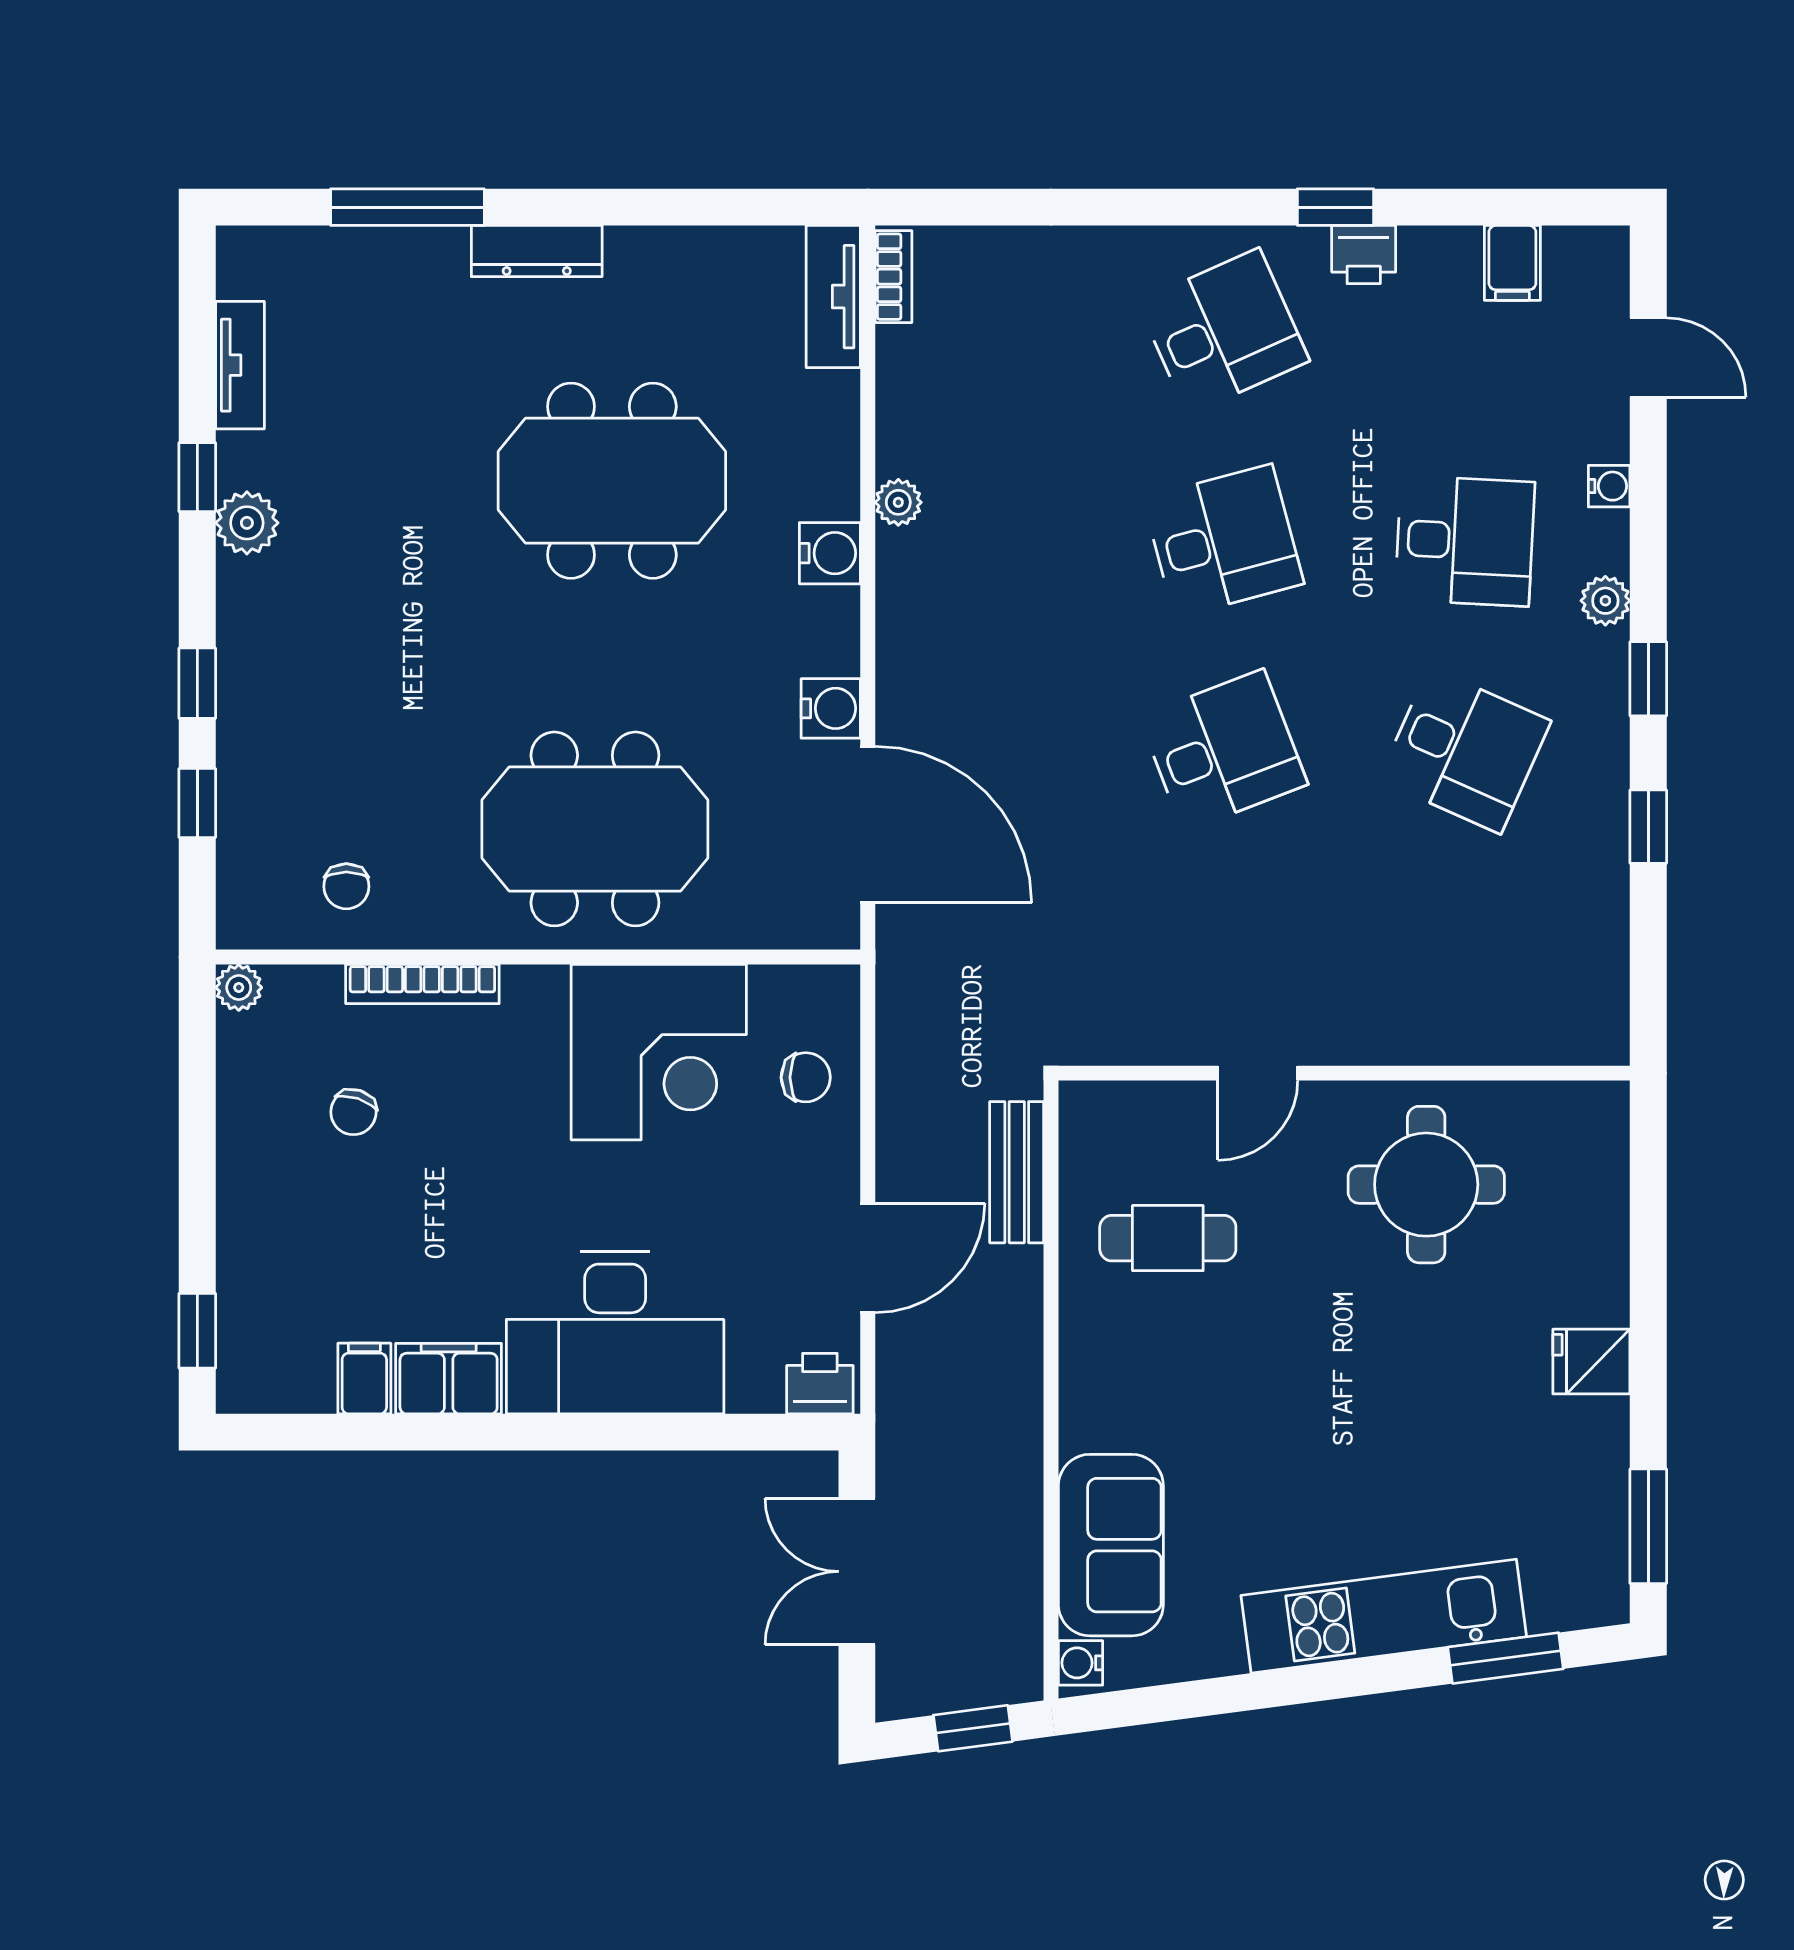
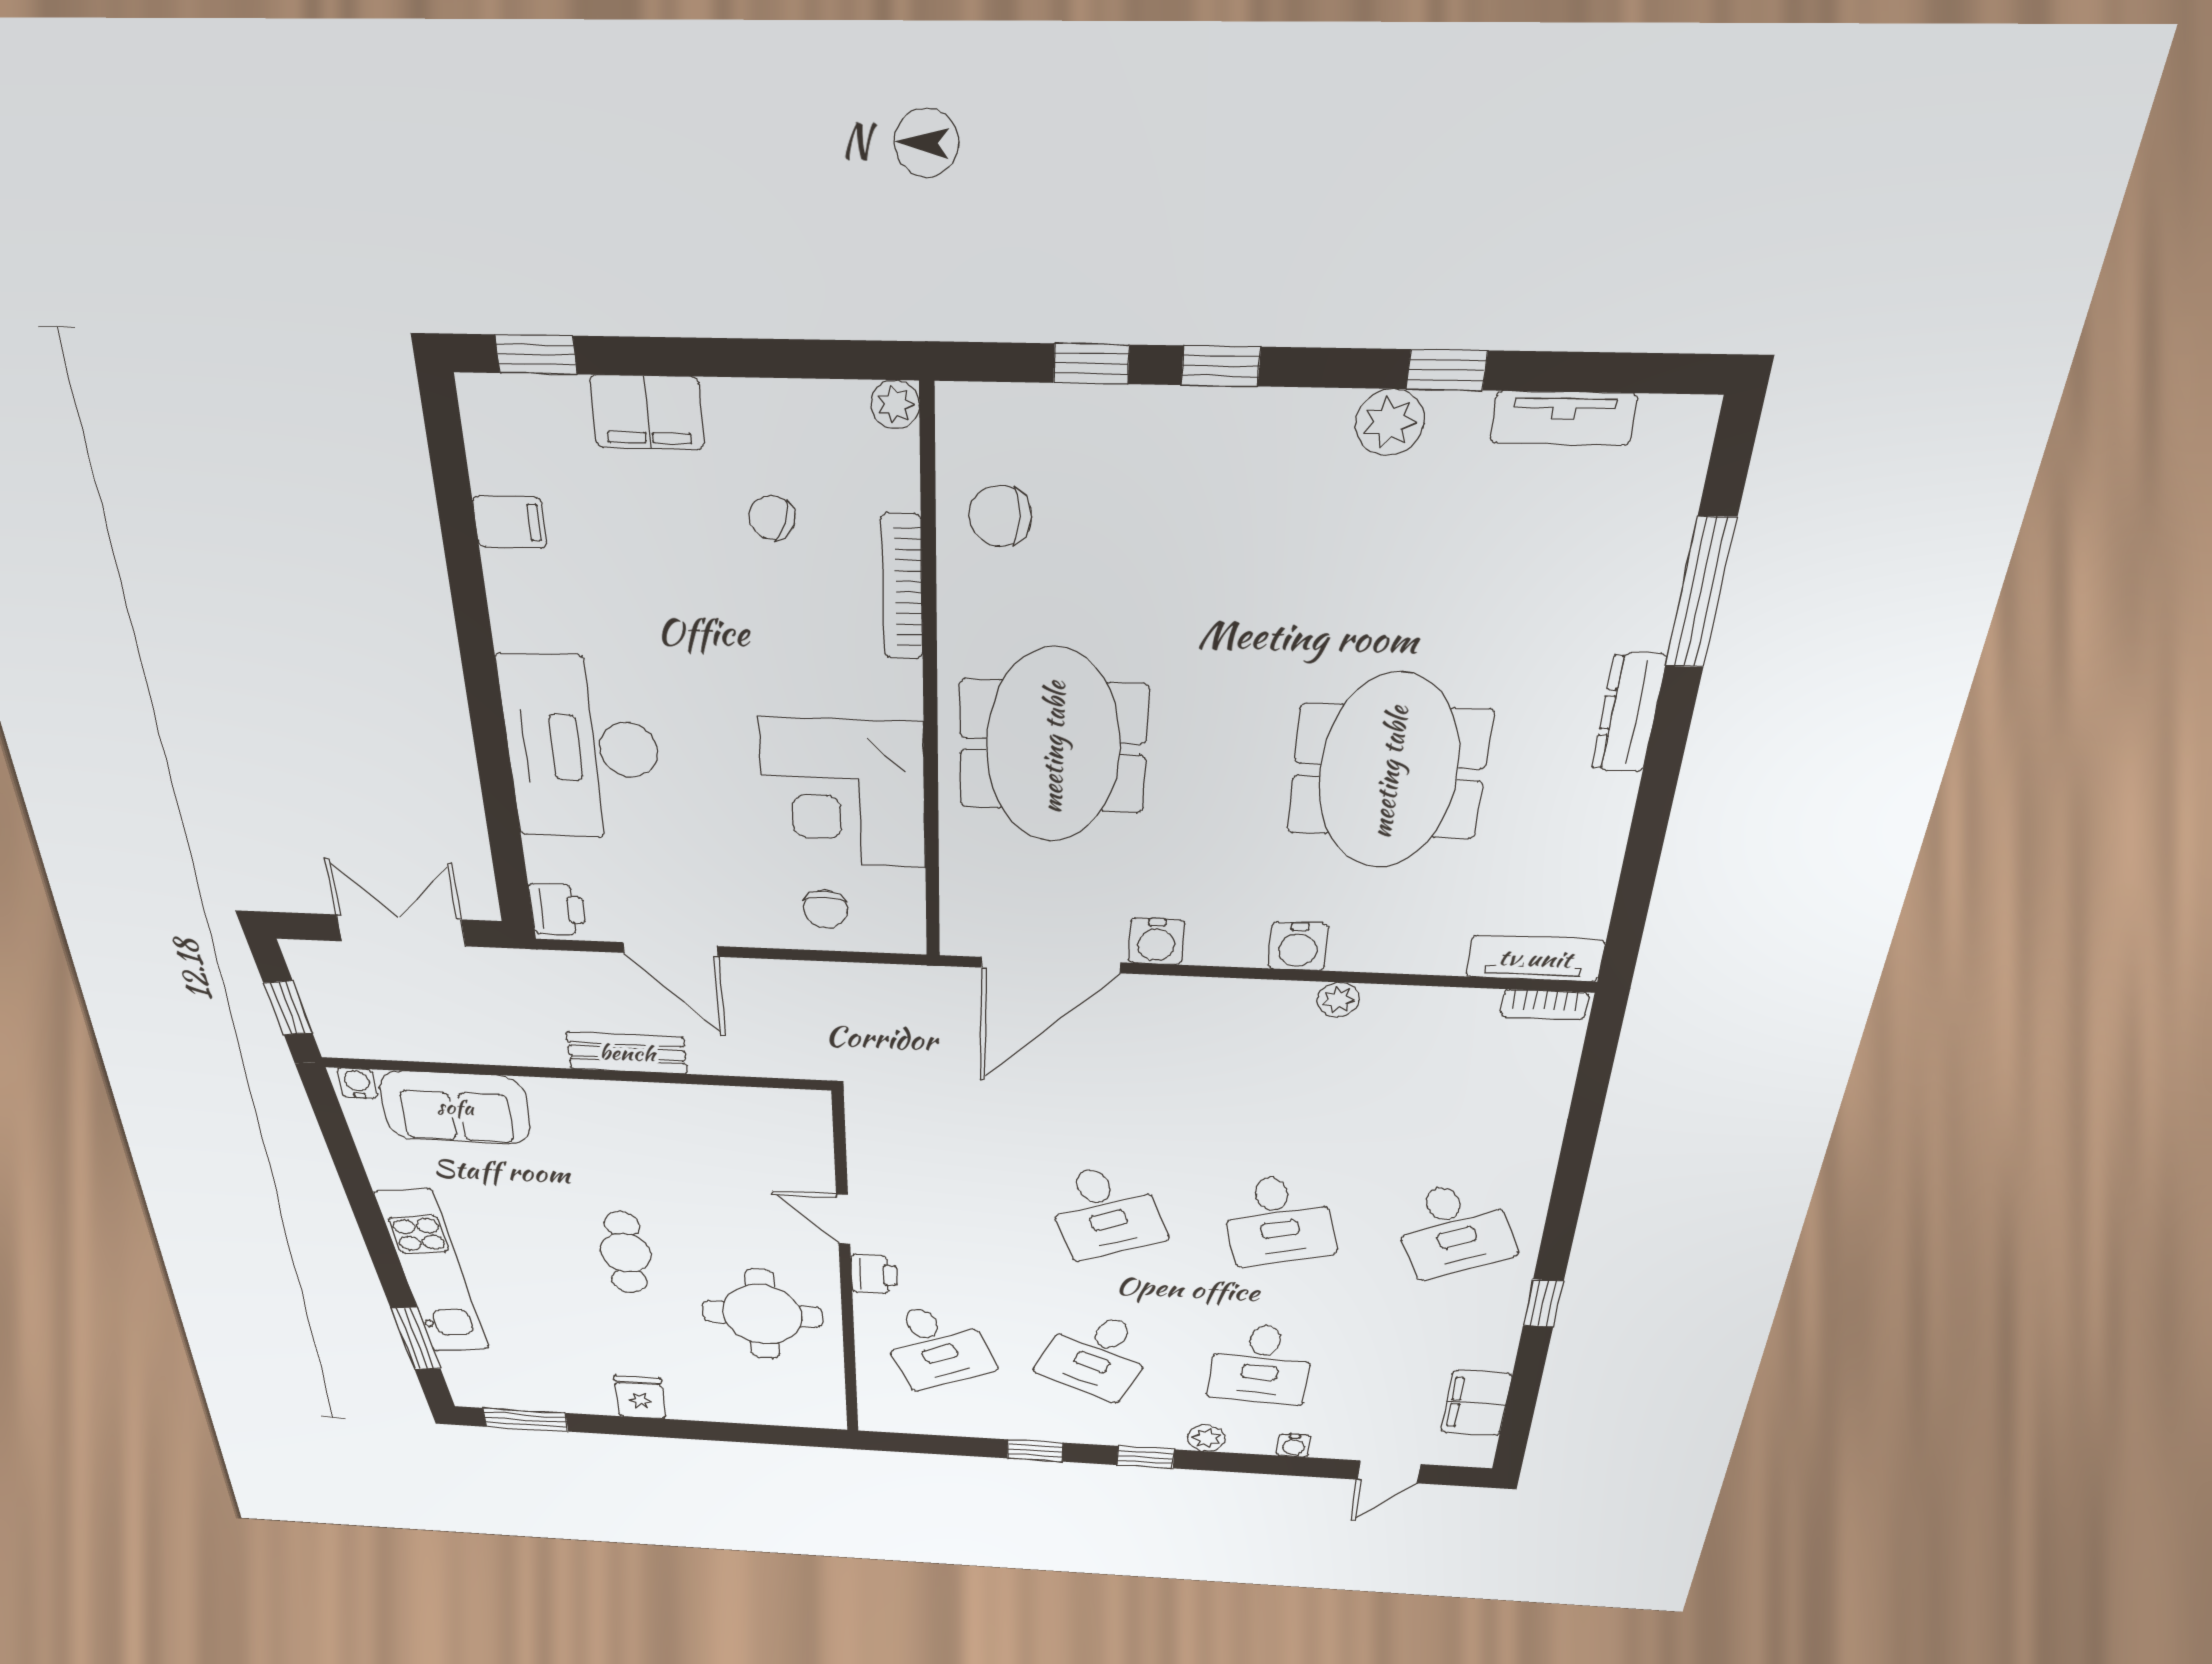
printer: (1364, 255) -> (874, 1274), moved, turned 180
filing cabinet: (1512, 263) -> (1476, 1403), width x2.00
chair: (346, 886) -> (1000, 516), width x1.37, depth x1.37
desk: (1465, 960) -> (935, 1346), added
bench: (1017, 1172) -> (627, 1053), moved
cafe table: (1168, 1238) -> (626, 1253), moved
filing cabinet: (449, 1379) -> (647, 412), moved, turned 90

